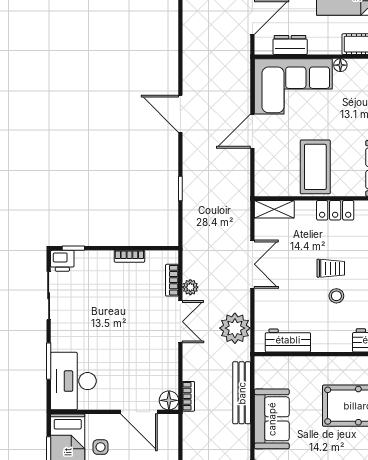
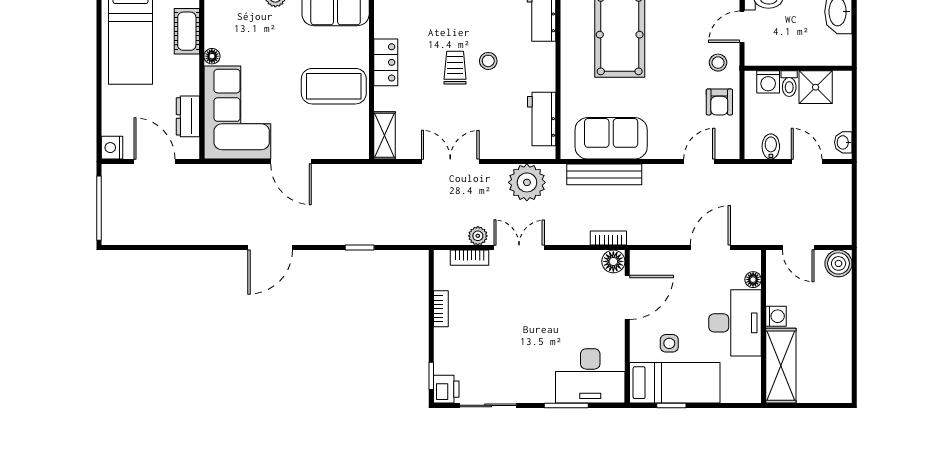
sofa: (272, 419) -> (611, 138), moved

